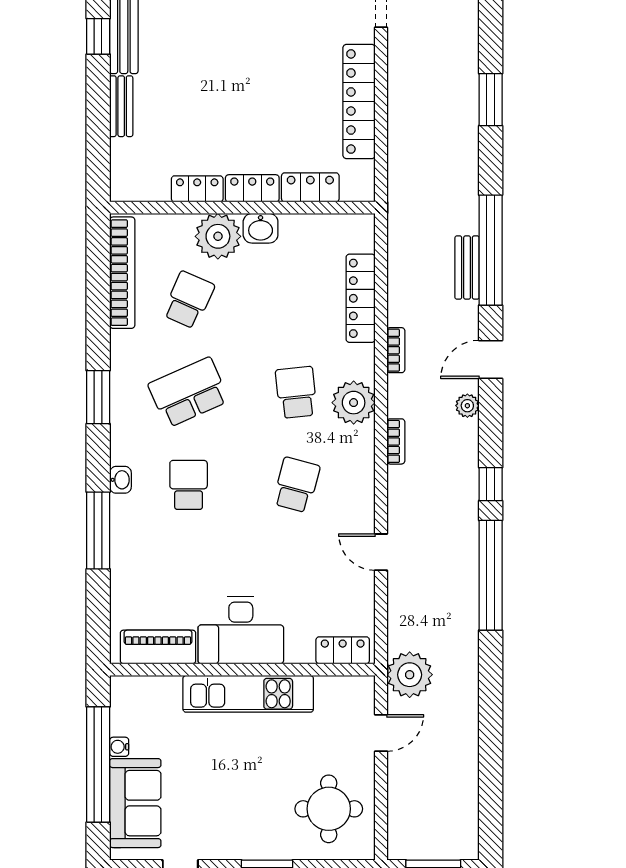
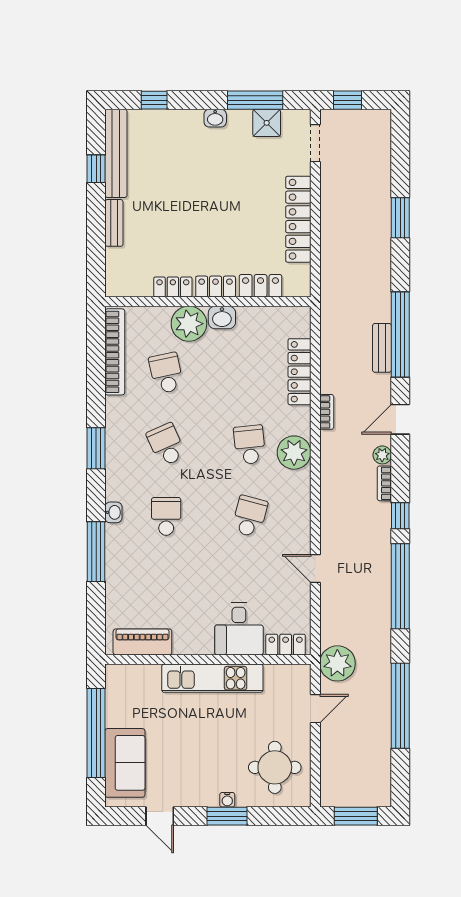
school desk: (189, 300) -> (166, 373), turned -36
school desk: (189, 392) -> (166, 445), width x0.54
bookcase: (396, 441) -> (384, 483), moved, turned 180
desk: (241, 630) -> (239, 629), moved, width x0.73
window: (491, 729) -> (400, 706), added
water cooler: (119, 747) -> (227, 800), moved, turned -90

